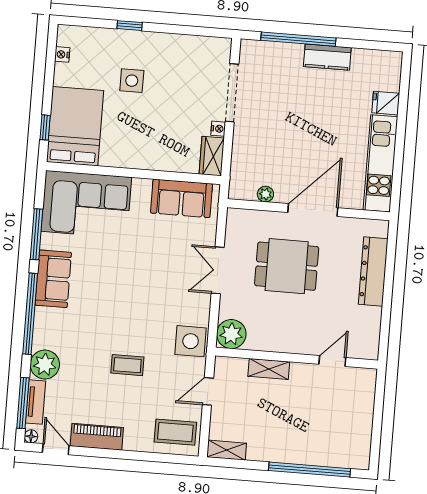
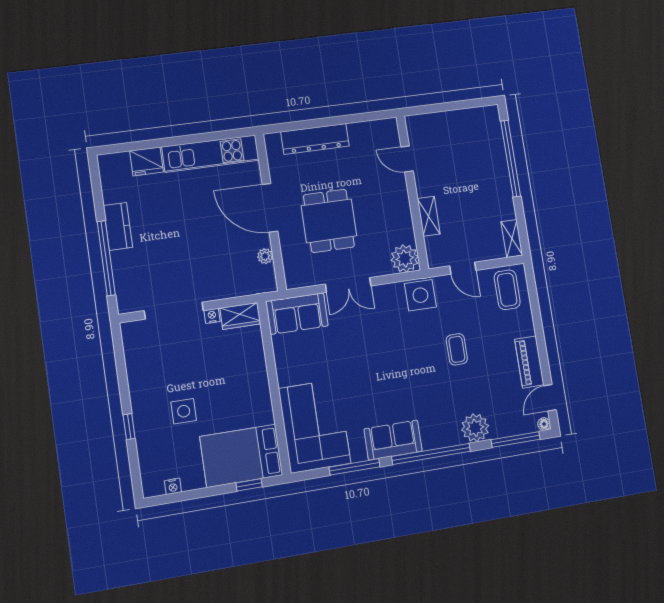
fridge: (386, 103) -> (147, 161), width x1.38
sofa: (182, 198) -> (297, 314), moved, turned 90
tv unit: (35, 402) -> (512, 428), removed

